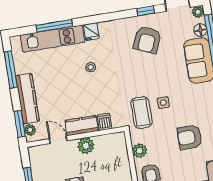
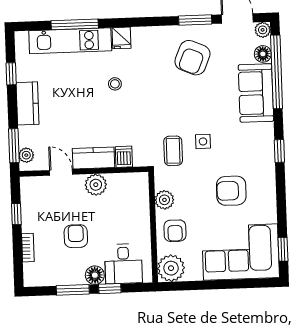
window: (146, 11) -> (195, 20), width x1.50
window: (11, 70) -> (11, 74), width x0.46
kitchen counter: (27, 99) -> (28, 103), width x0.67
coffee table: (141, 113) -> (173, 151), width x0.73, depth x0.77

